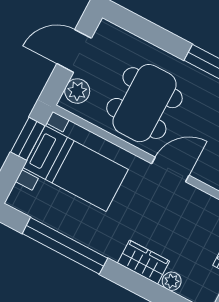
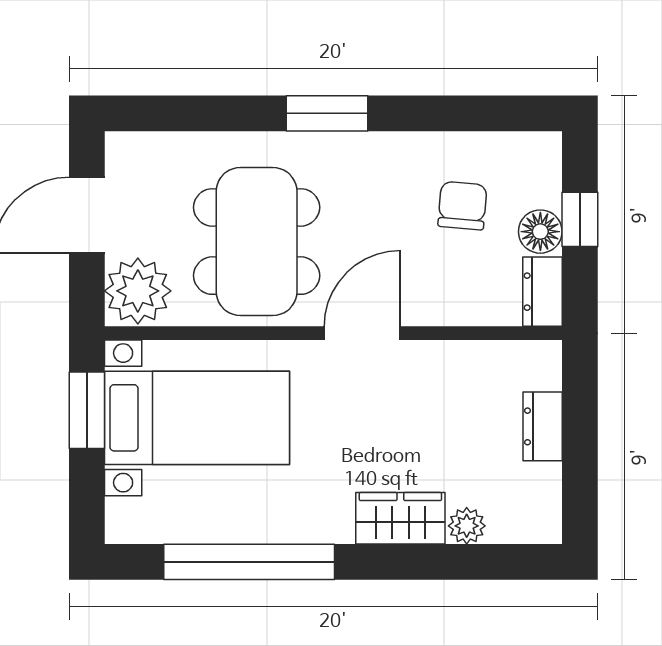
plant: (77, 91) -> (138, 291), width x1.36, depth x1.36

